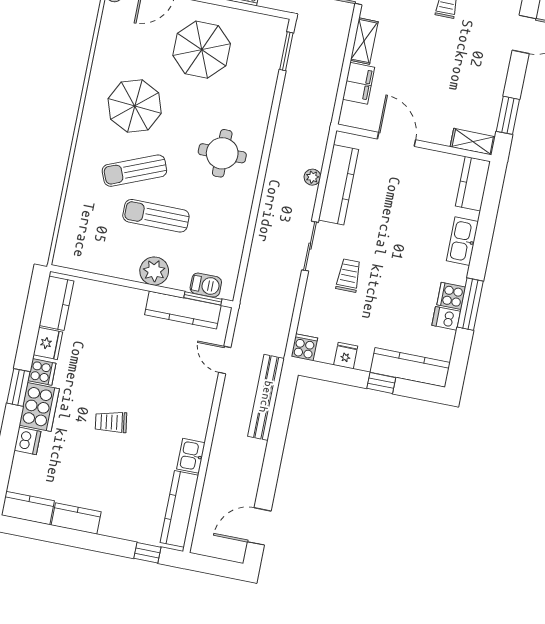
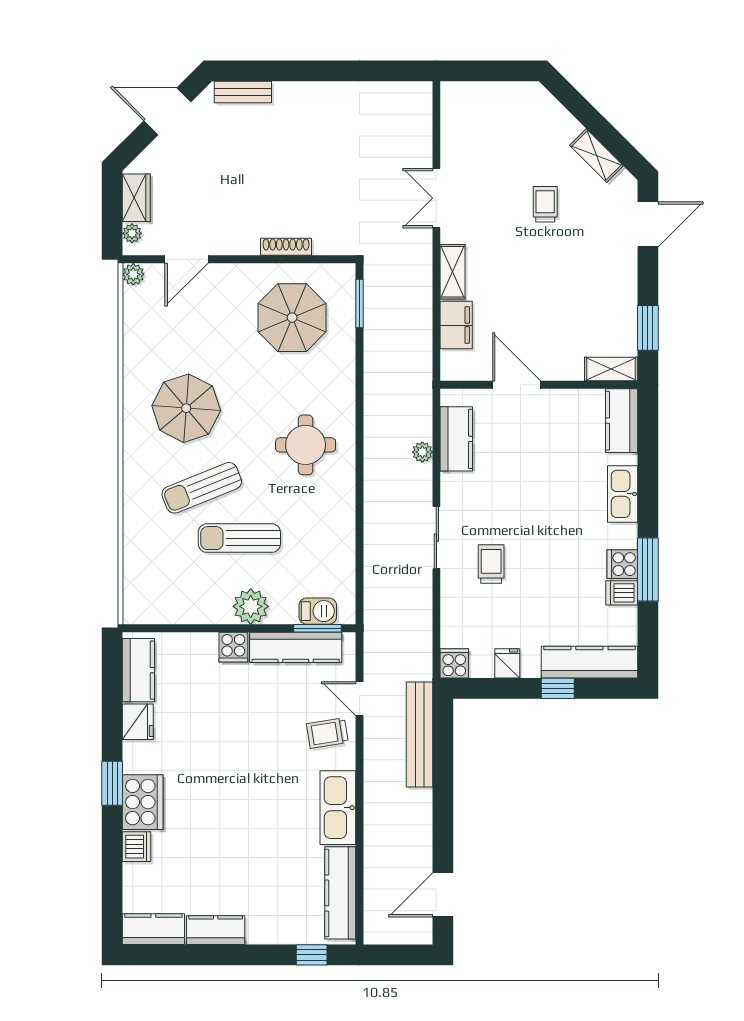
parasol: (202, 50) -> (292, 318), moved
kitchen counter: (339, 185) -> (456, 439), width x0.67
cooker: (42, 372) -> (233, 647), moved, turned 90
trolley: (111, 422) -> (327, 733), moved
kitchen sink: (191, 456) -> (338, 808), width x1.88, depth x1.24

